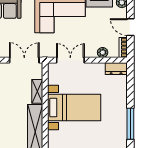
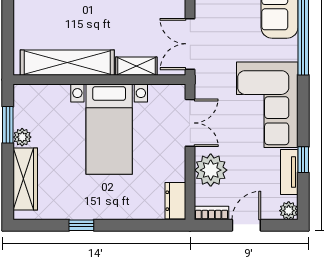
plant: (103, 52) -> (211, 170), width x1.88, depth x1.88
double door: (24, 60) -> (190, 44), swing flipped
window: (130, 124) -> (81, 225), width x0.46

